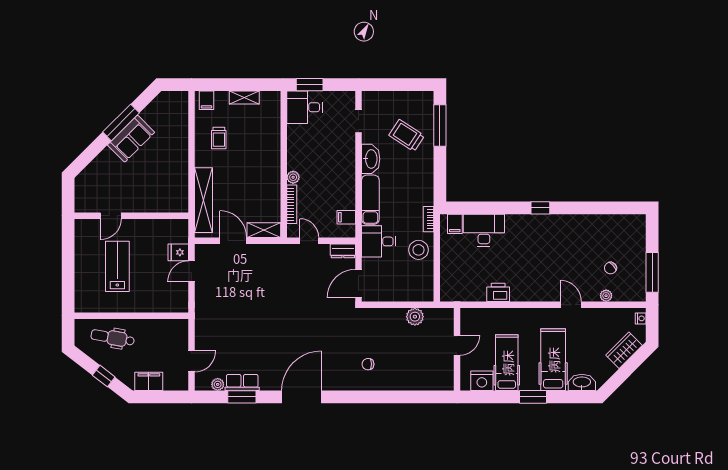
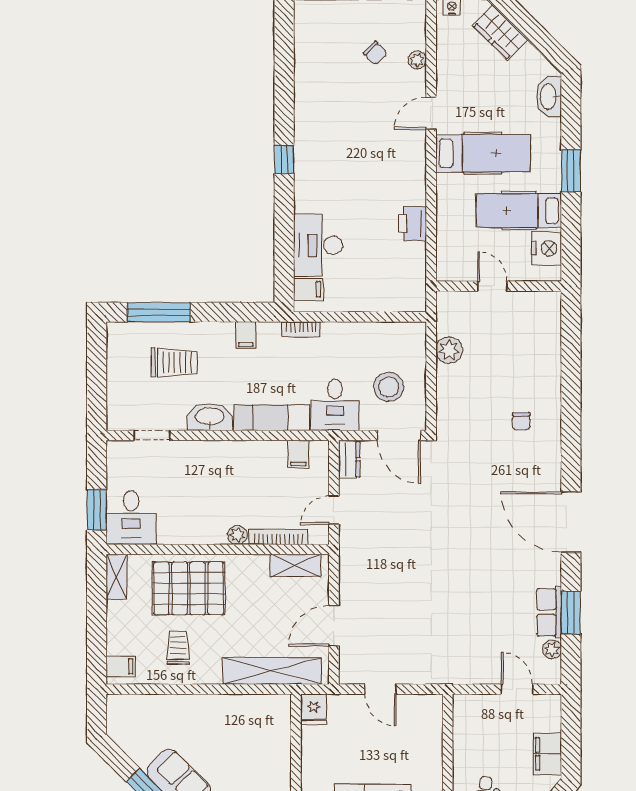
shelving: (244, 97) -> (116, 577), moved
trolley: (407, 135) -> (174, 362), turned -123
trolley: (219, 138) -> (178, 648), turned -90
pallet: (258, 145) -> (189, 588), added
filing cabinet: (425, 183) -> (246, 335), added
shelving: (264, 230) -> (295, 565), moved, turned 90
stool: (418, 250) -> (389, 387), moved
fridge: (178, 252) -> (314, 709), moved
hospital bed: (553, 360) -> (483, 153), moved, turned 180

